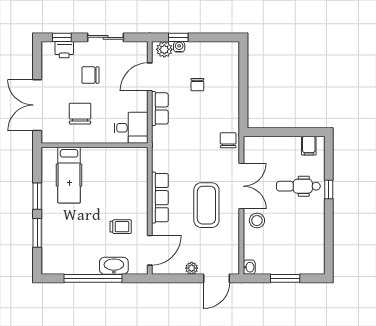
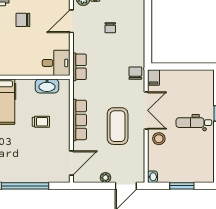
row of seats: (160, 108) -> (80, 67), moved
chair: (80, 114) -> (14, 51), removed
filing cabinet: (309, 146) -> (154, 78), moved
dental chair: (298, 186) -> (194, 123), moved
trolley: (121, 227) -> (41, 122), moved
washbasin: (114, 266) -> (47, 86), moved, turned 180

